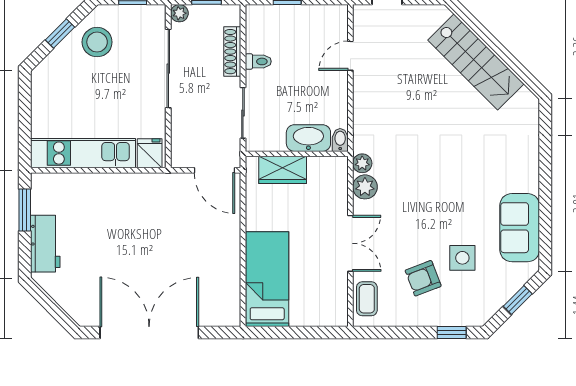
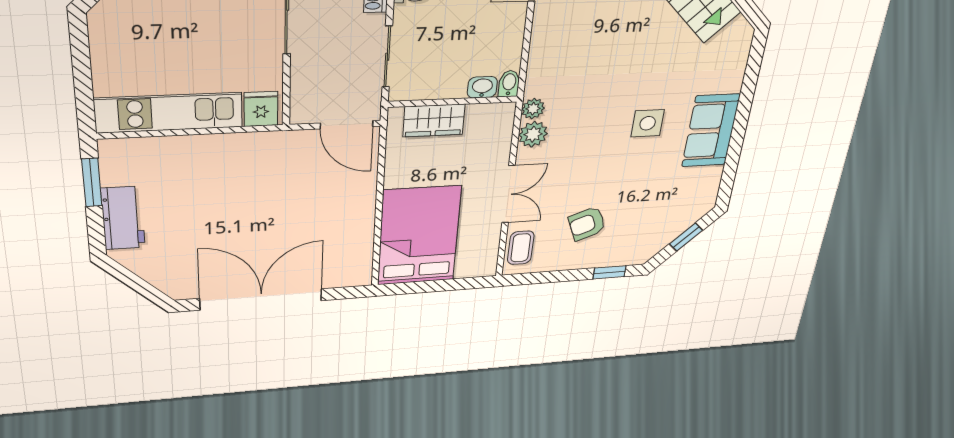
washbasin: (308, 138) -> (482, 87), width x0.52, depth x0.69
sofa: (520, 228) -> (711, 131), moved
side table: (462, 258) -> (648, 123), moved
bed: (267, 279) -> (419, 236), width x1.50

